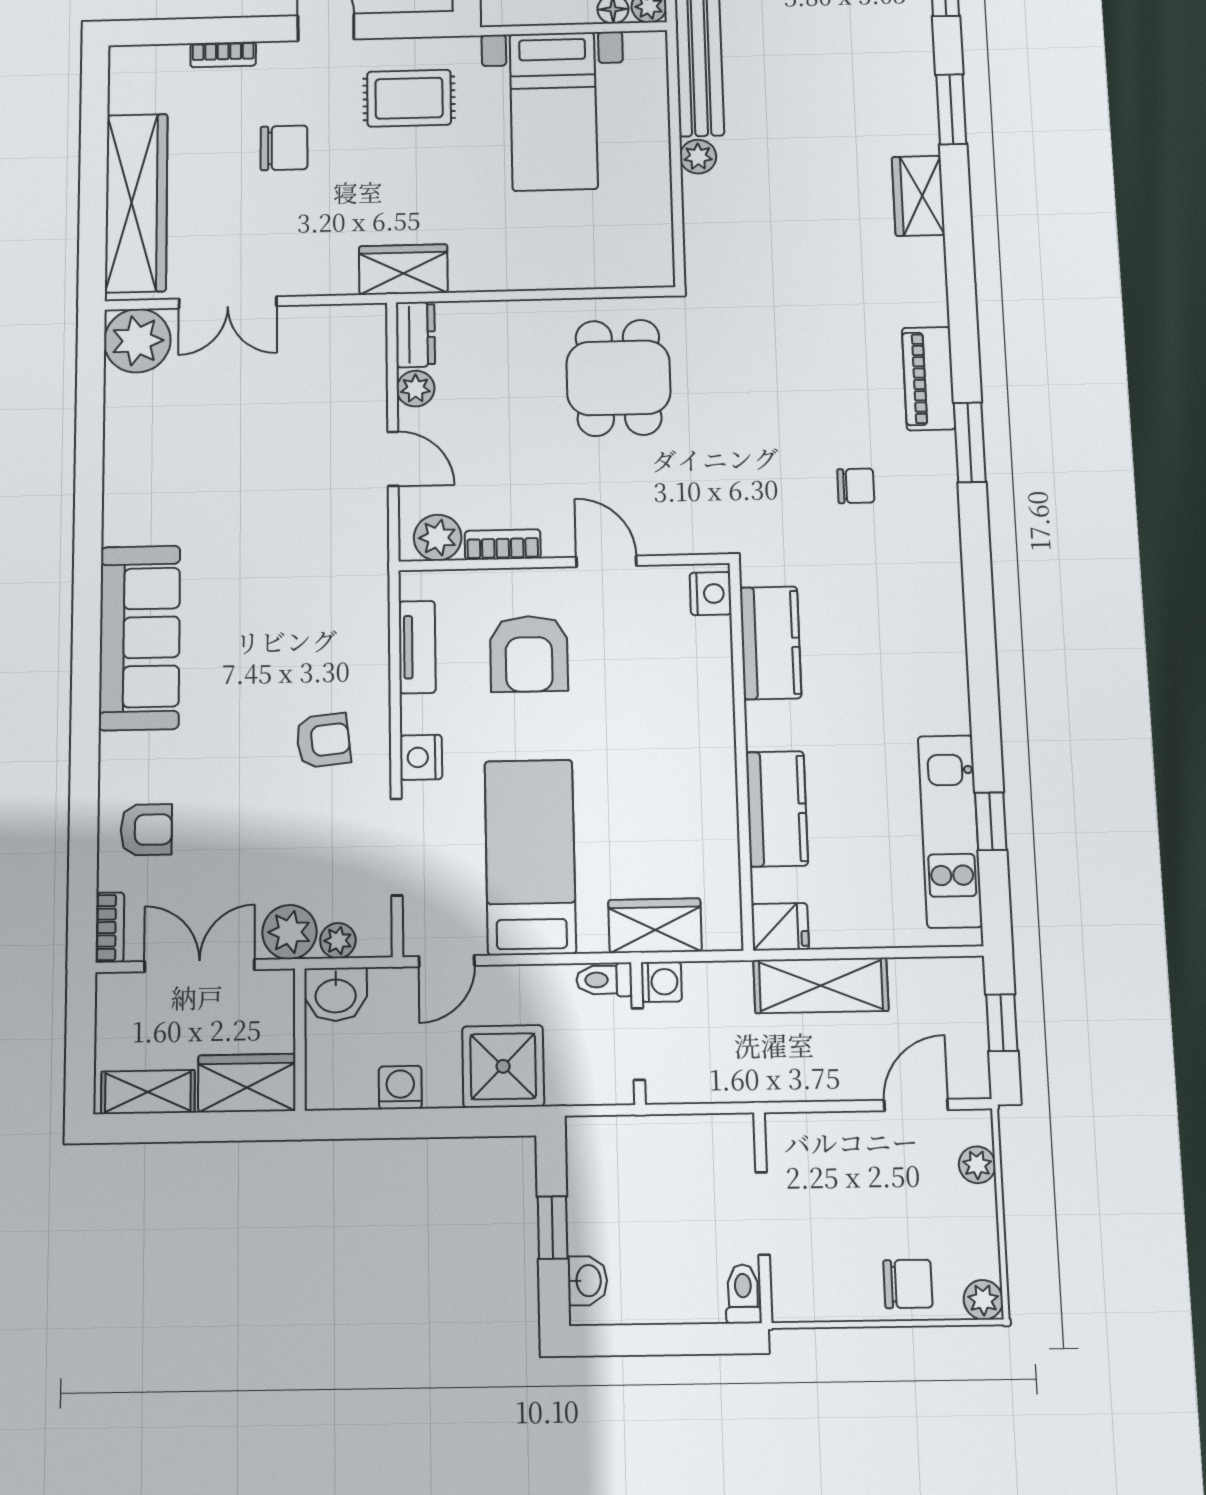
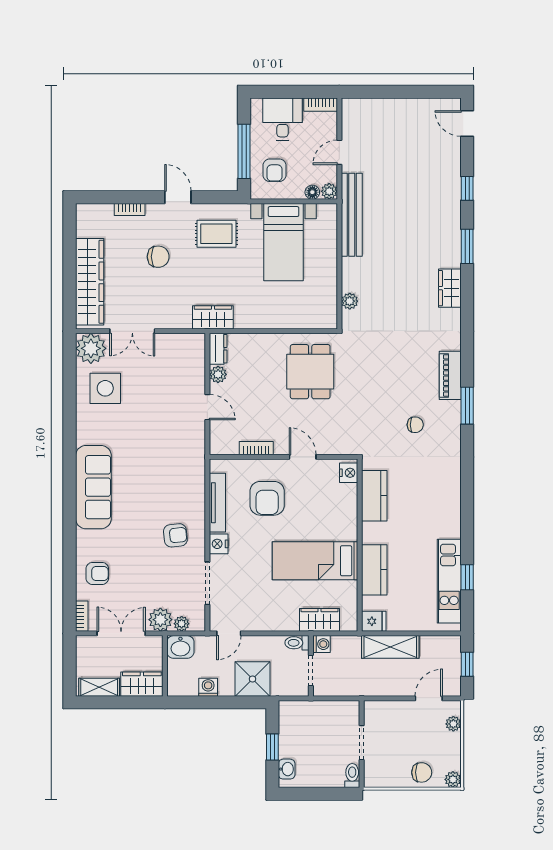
plant: (698, 157) -> (350, 301), moved
side table: (168, 424) -> (105, 388), added
plant: (438, 538) -> (227, 444), removed
tv unit: (417, 647) -> (217, 503), width x1.41
bed: (530, 857) -> (315, 561), moved, turned -90

